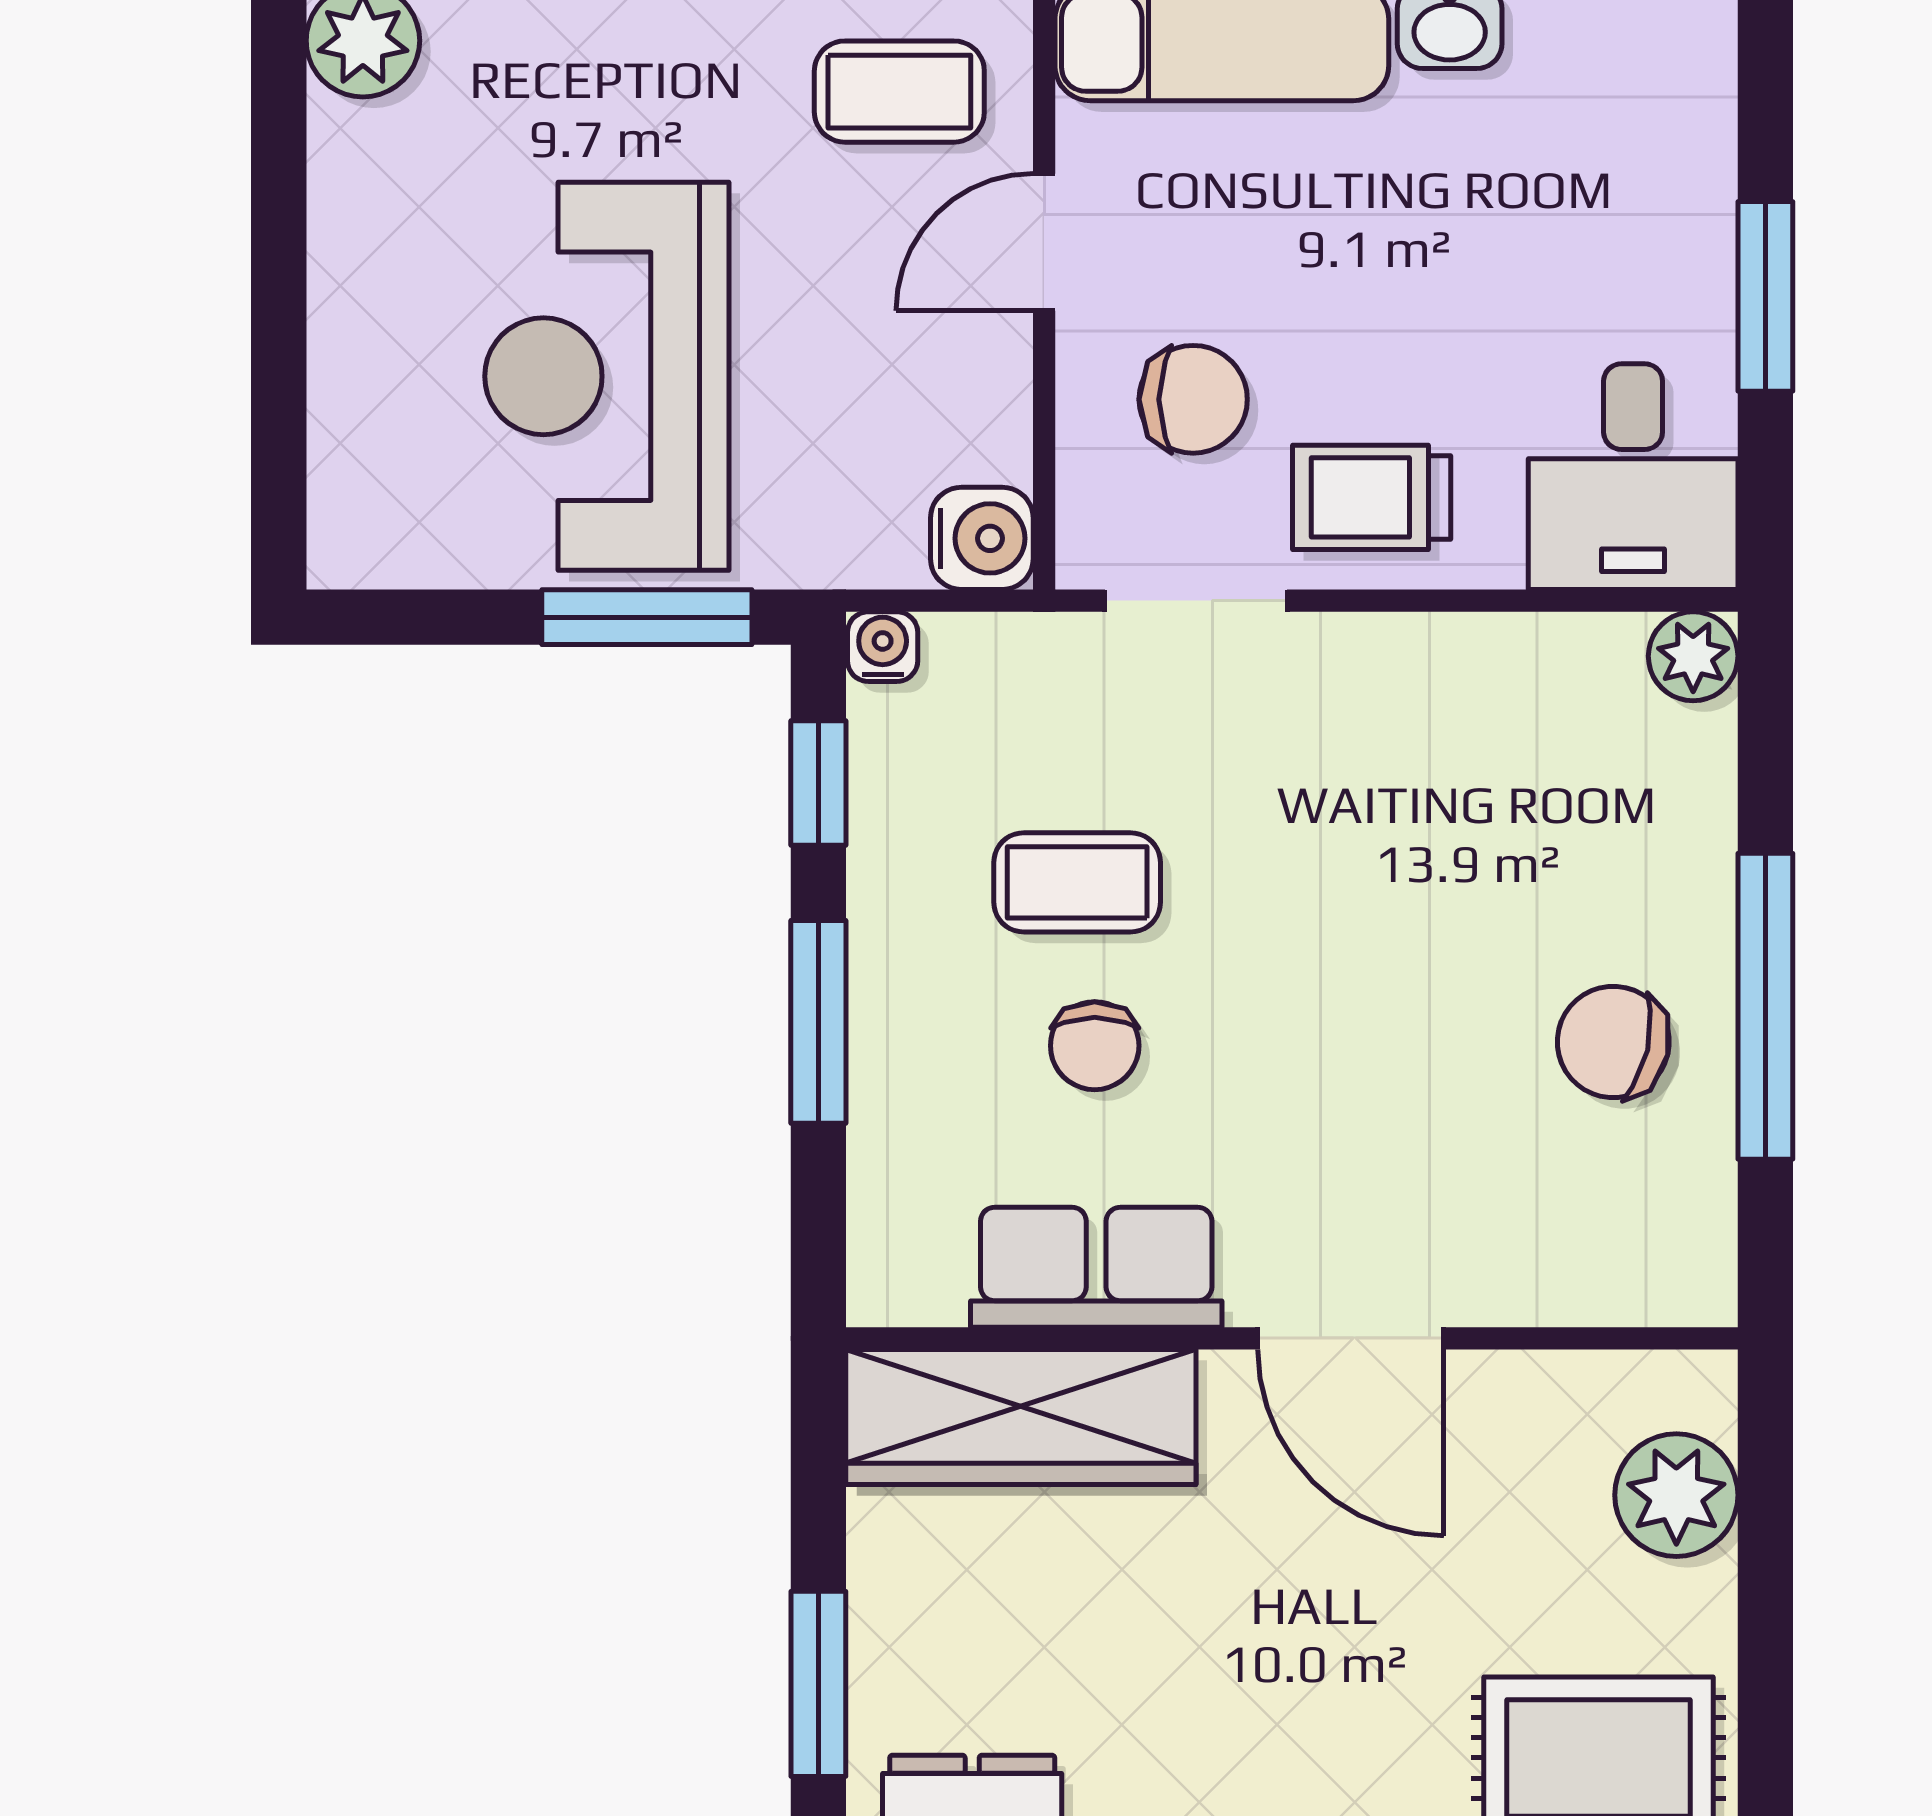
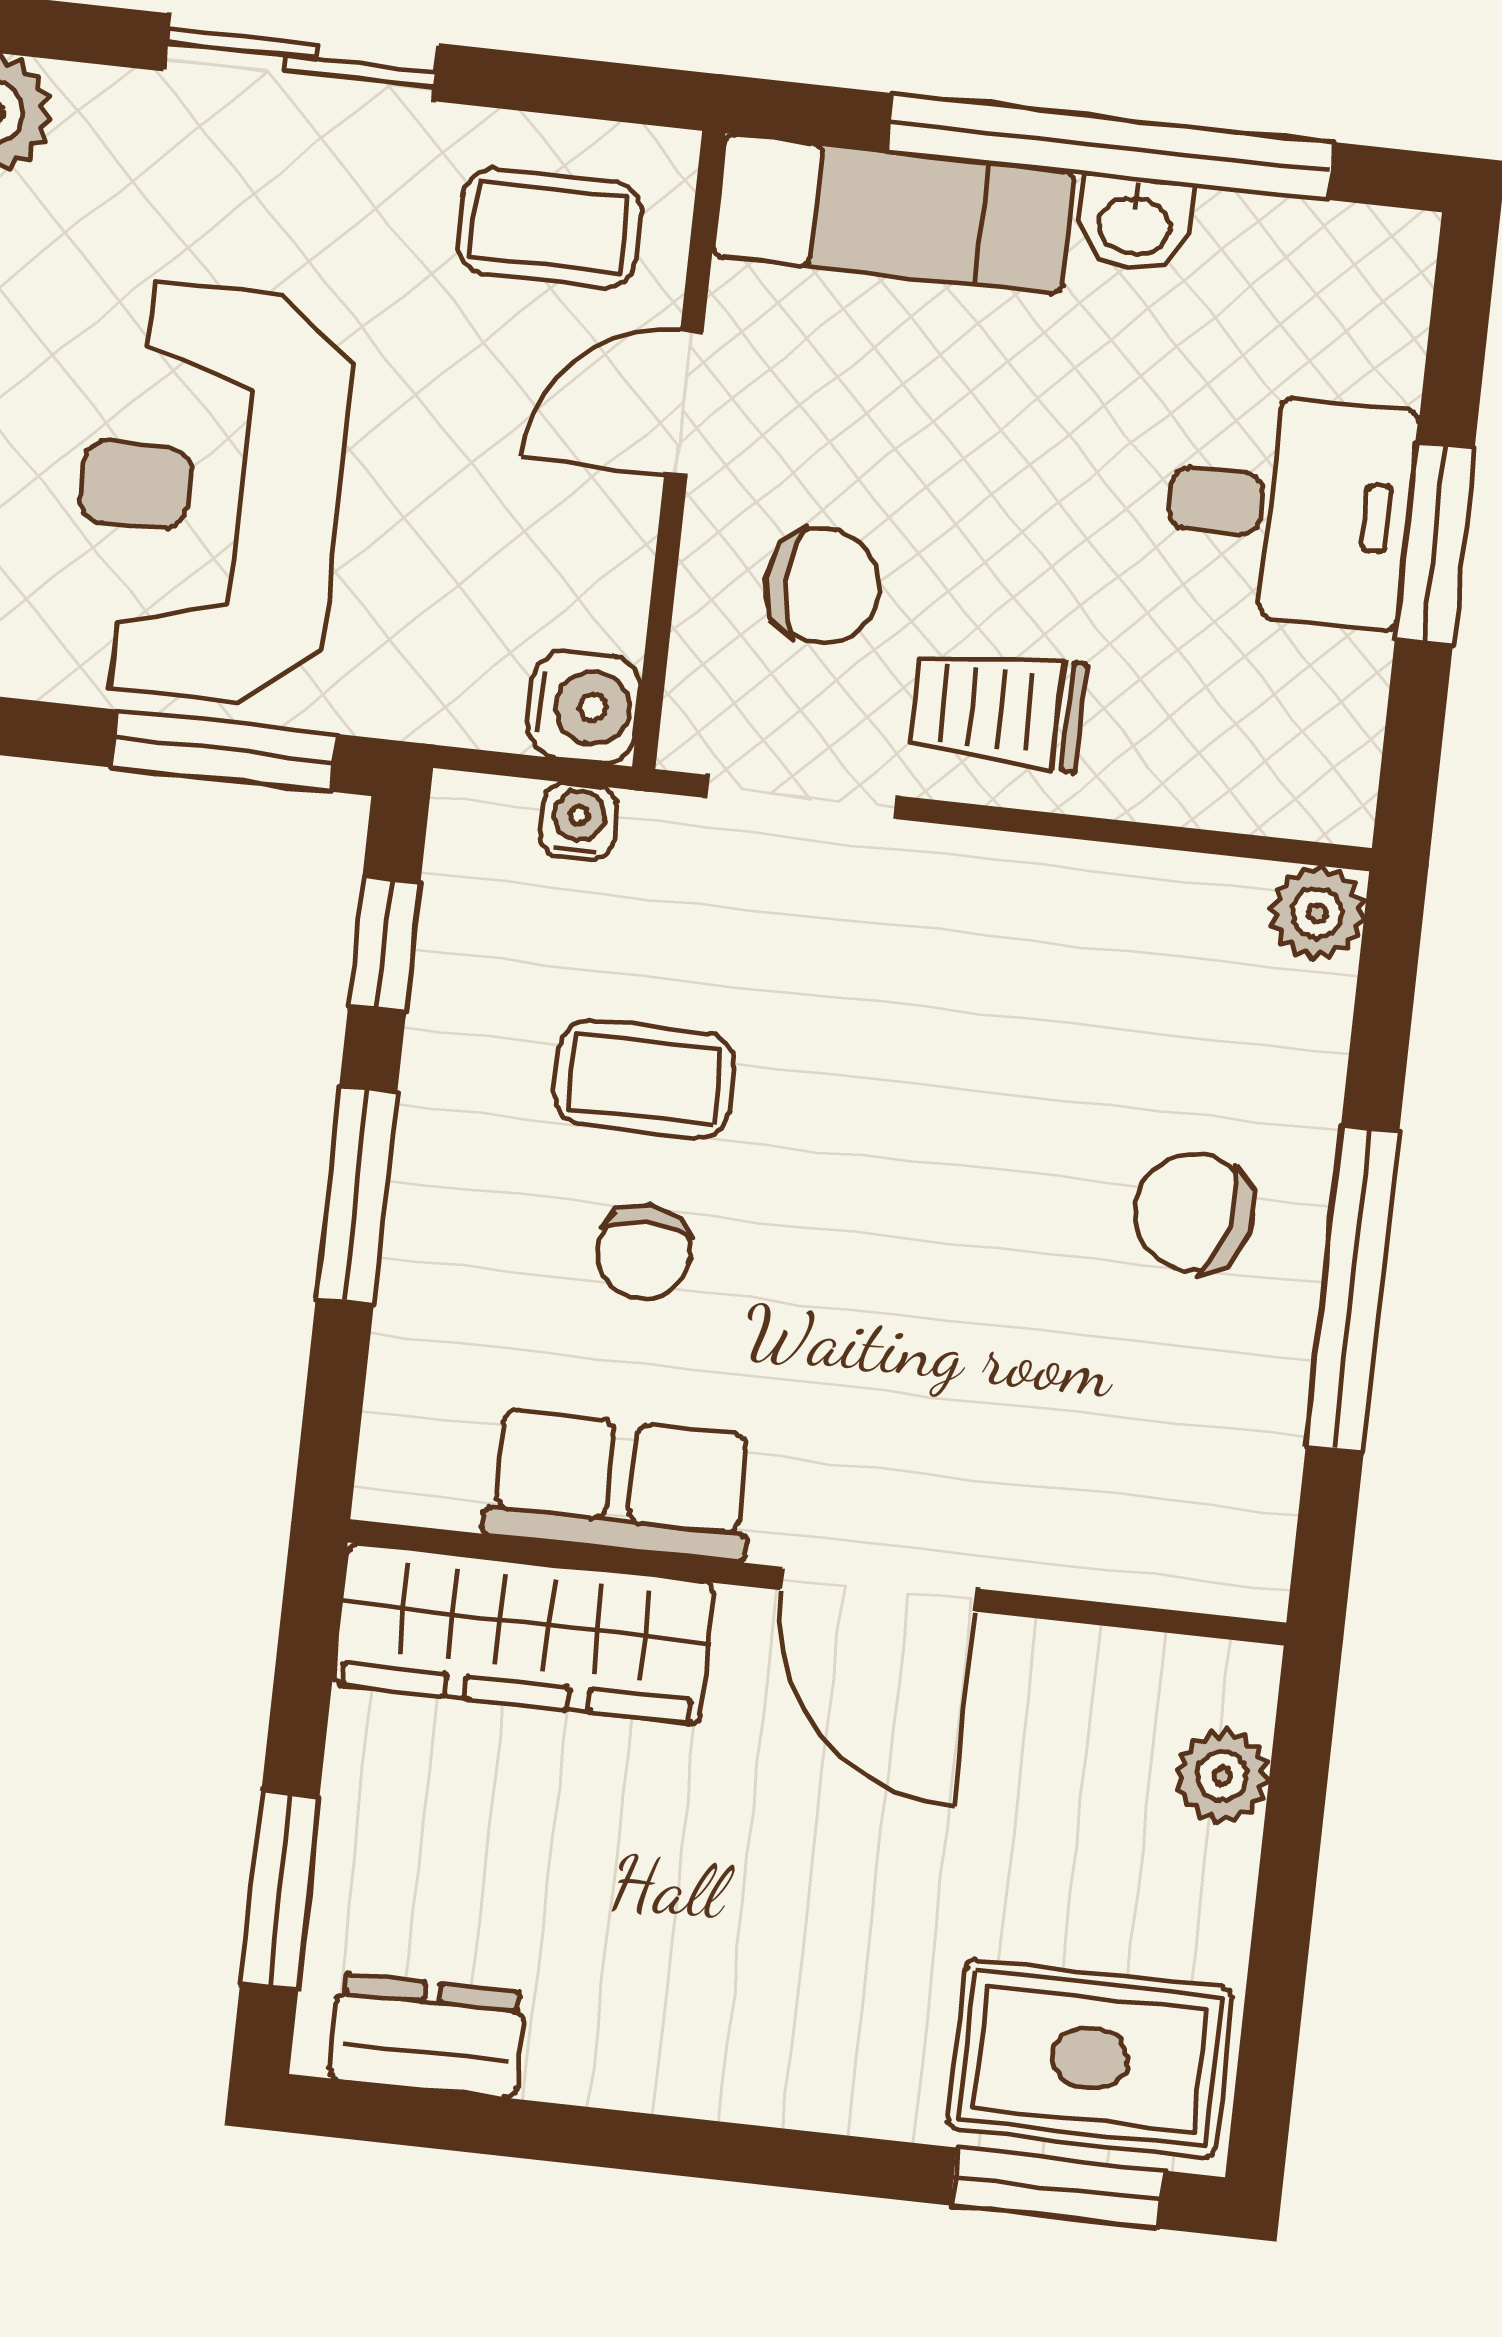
desk: (1633, 477) -> (1289, 509), moved, turned -90
water cooler: (883, 647) -> (578, 821), moved
chair: (1613, 1042) -> (1194, 1213), moved
plant: (1676, 1495) -> (1222, 1776), width x0.73, depth x0.73

